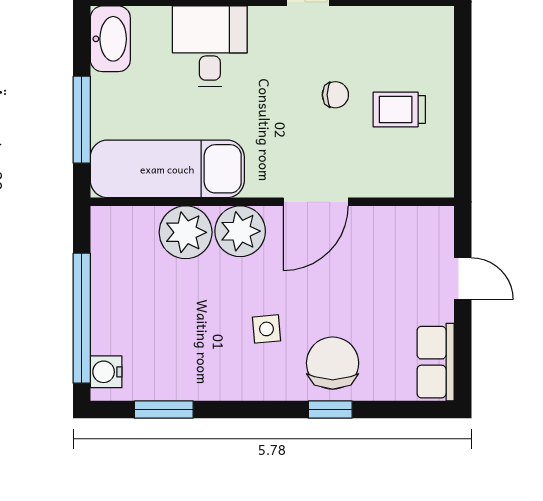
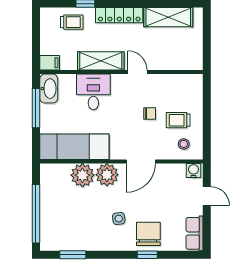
window: (82, 120) -> (36, 108), moved
stool: (411, 162) -> (184, 144), added
water cooler: (106, 372) -> (193, 170), moved, turned 90

